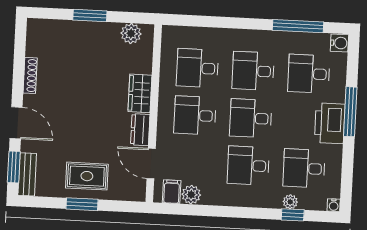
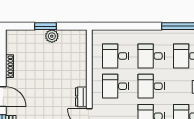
plant: (131, 34) -> (52, 36), moved
wardrobe: (140, 93) -> (80, 74), removed

